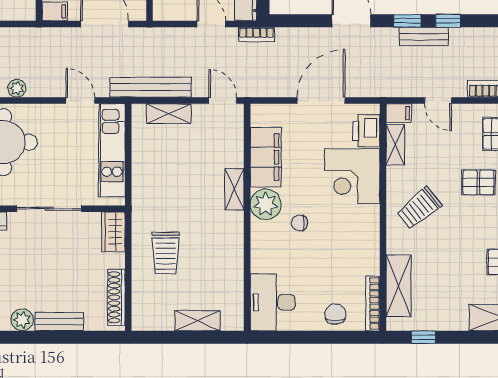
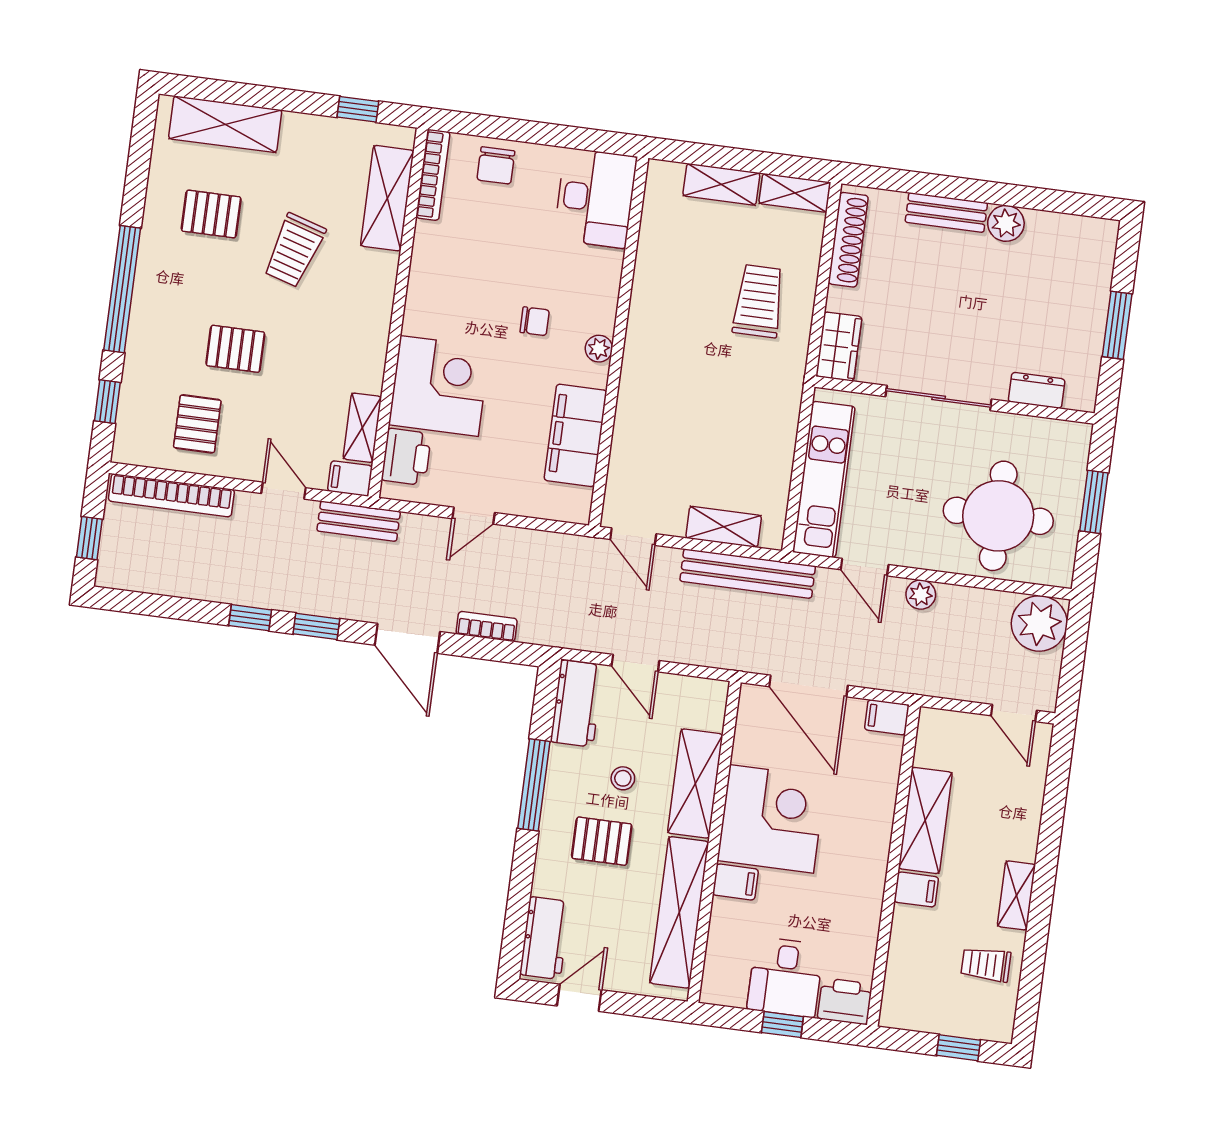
bookcase: (257, 34) -> (487, 626), moved
bench: (424, 37) -> (359, 521), moved
plant: (17, 88) -> (921, 595), moved
door: (321, 100) -> (474, 516), width x0.53
shelving: (234, 189) -> (795, 193), moved, turned 90
plant: (266, 204) -> (599, 349), width x0.53, depth x0.53
trolley: (419, 208) -> (294, 250), moved, turned 146

